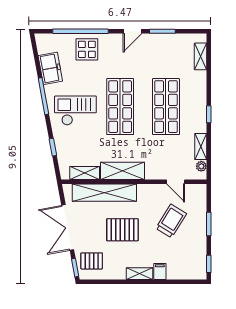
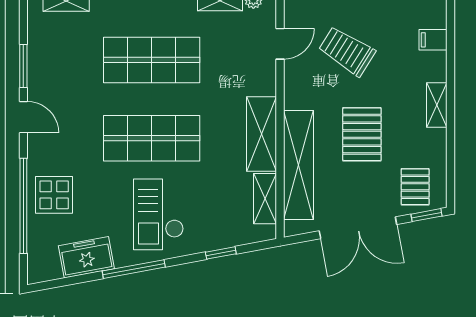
filing cabinet: (160, 271) -> (433, 40), moved

